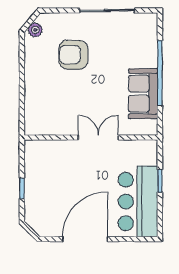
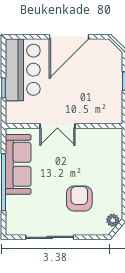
armchair: (73, 55) -> (79, 199), turned -91
sofa: (143, 94) -> (18, 164), width x1.36

